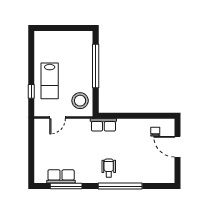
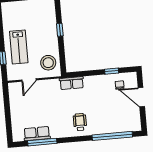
window: (96, 66) -> (60, 30), width x0.32
window: (148, 116) -> (112, 71), added
window: (120, 186) -> (112, 136), moved

